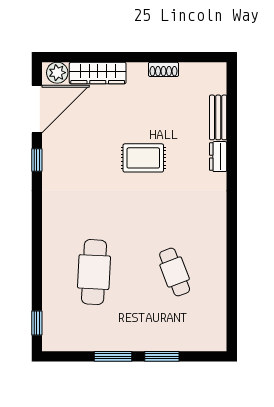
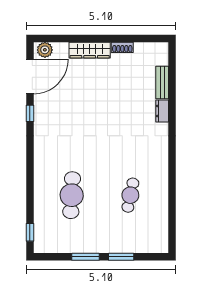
wardrobe: (98, 73) -> (90, 50), moved
rug: (143, 158) -> (108, 112), removed
cafe table: (175, 272) -> (130, 195), turned 33

